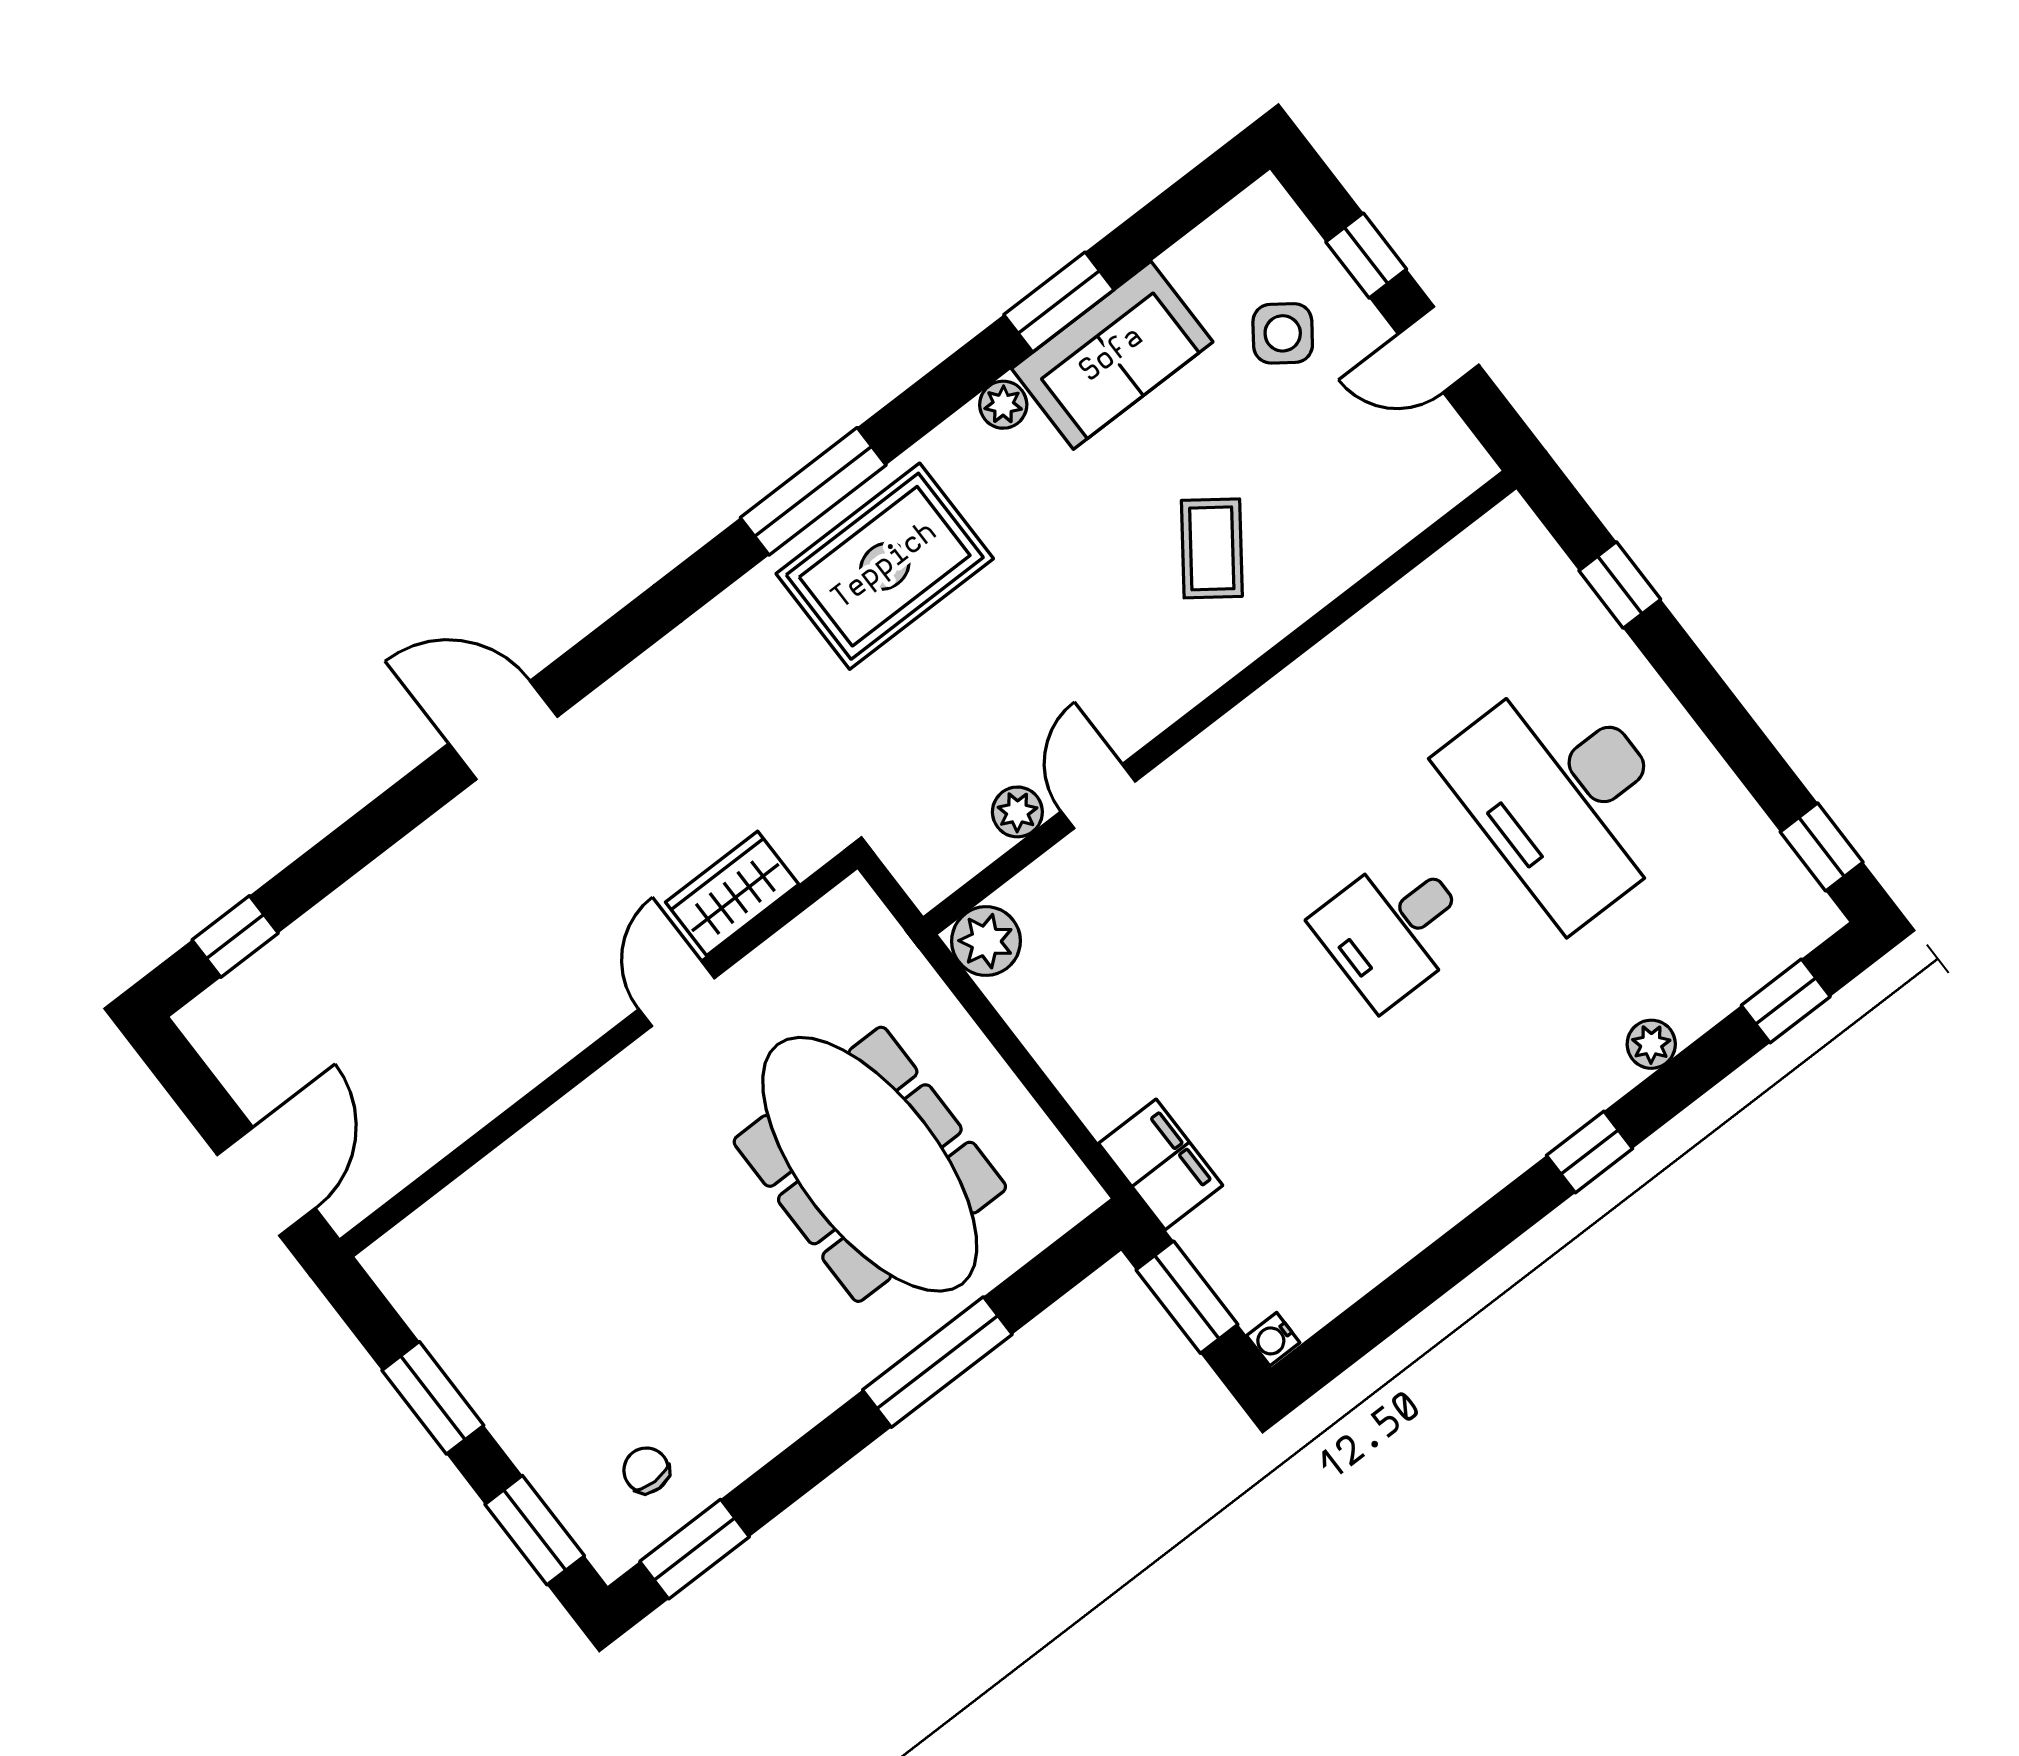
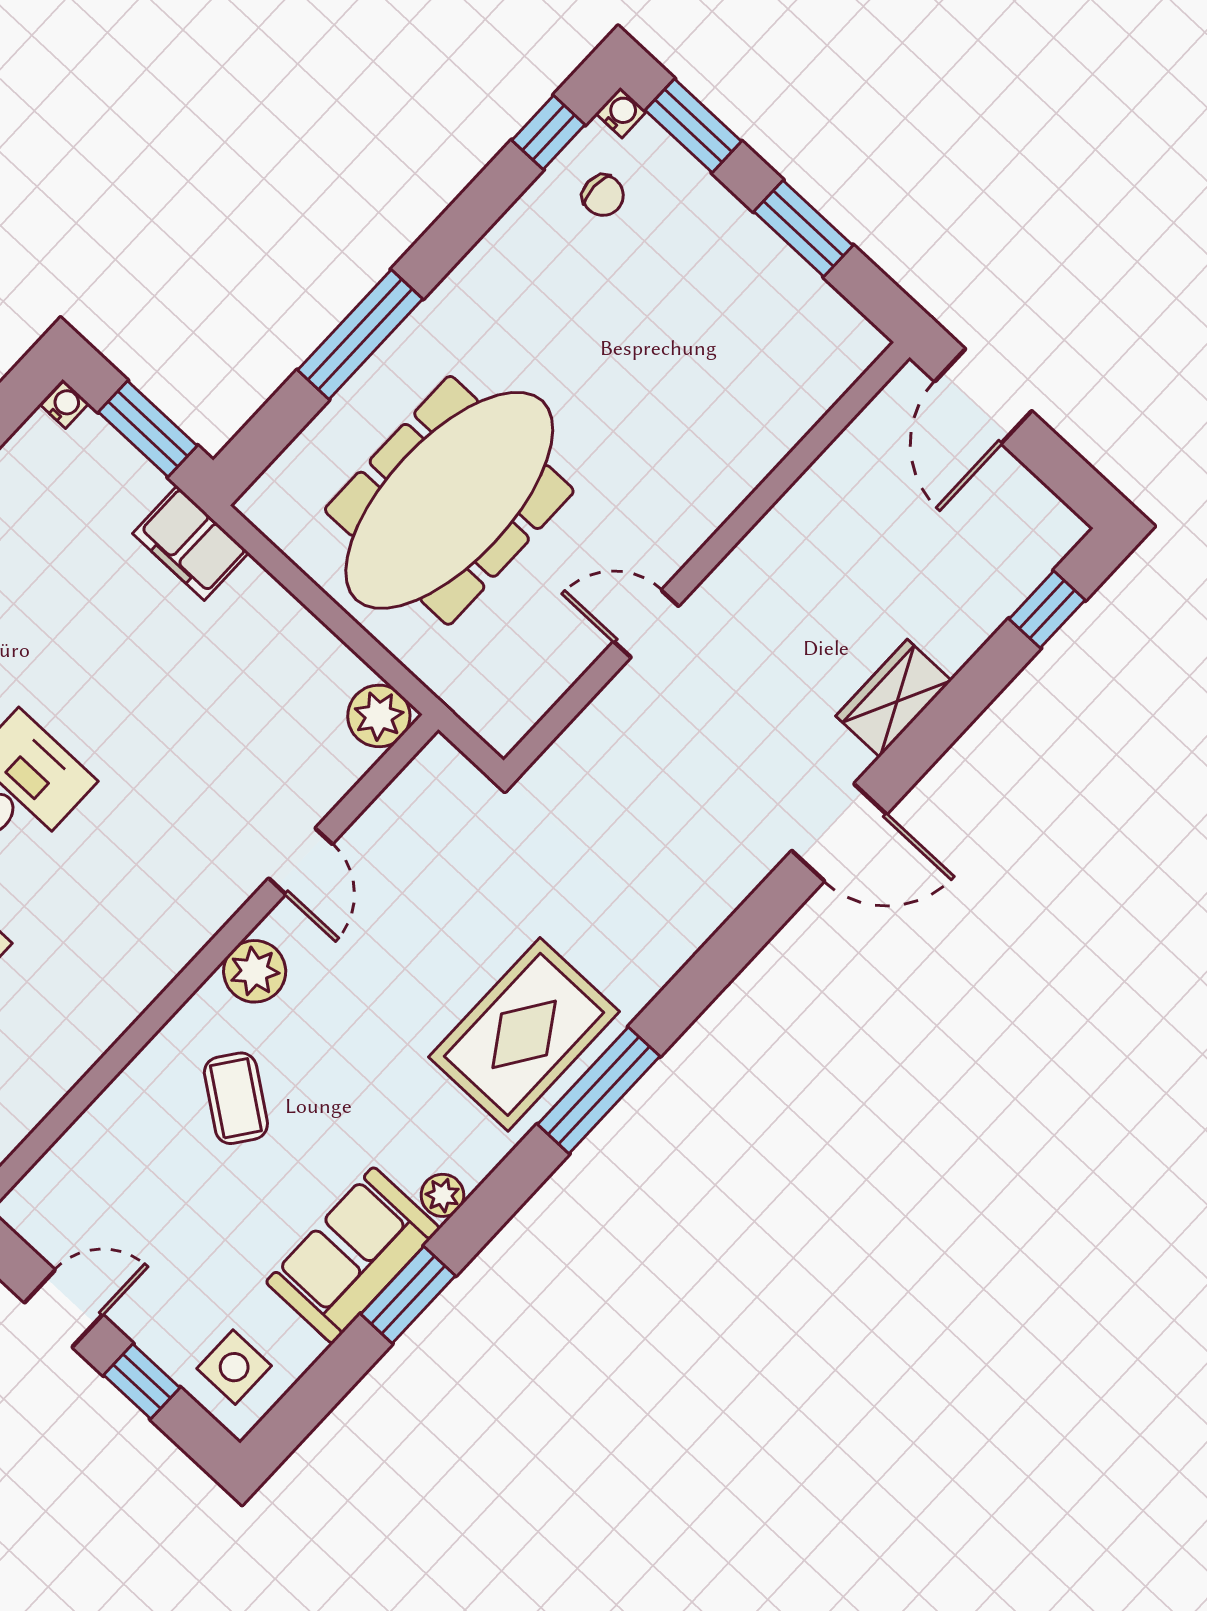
side table: (1283, 333) -> (234, 1367), moved, turned -36
plant: (1017, 812) -> (255, 971), moved, width x1.38, depth x1.38
wardrobe: (732, 893) -> (894, 698), moved, turned 180
door: (677, 994) -> (646, 624), swing flipped
meeting table: (870, 1164) -> (449, 500), turned 90
window: (695, 1549) -> (548, 132), width x0.67
water cooler: (611, 1558) -> (621, 112), added

